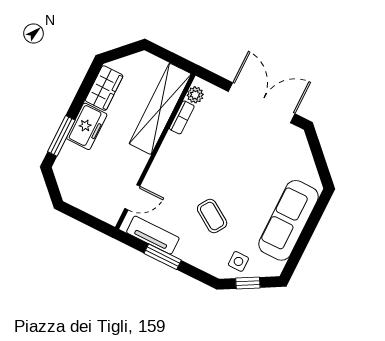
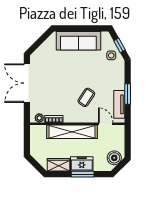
shelving: (160, 109) -> (72, 132), moved
window: (61, 136) -> (83, 174), moved
boiler: (70, 184) -> (114, 158), added
coffee table: (212, 216) -> (86, 97), moved

